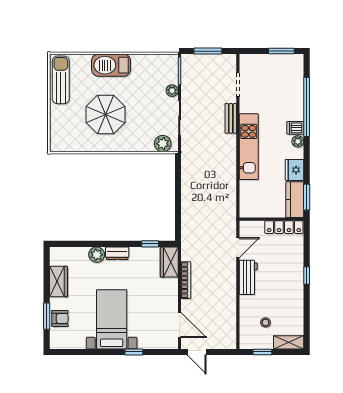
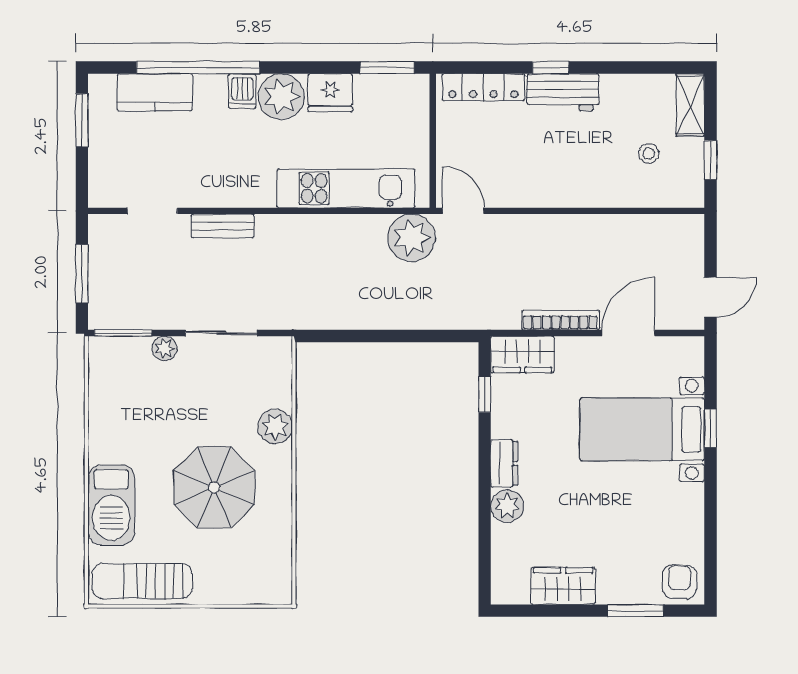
barbecue: (111, 65) -> (111, 505), moved
plant: (298, 141) -> (281, 97), width x1.87, depth x1.87
plant: (163, 144) -> (275, 427), moved
kitchen unit: (249, 147) -> (346, 188), moved
kitchen counter: (295, 200) -> (155, 92), moved
plant: (225, 209) -> (412, 238), added
locker: (284, 227) -> (483, 87), moved, turned 90
door: (238, 248) -> (463, 211), moved
workbench: (248, 277) -> (563, 92), moved, turned 180
armchair: (60, 318) -> (679, 582), moved
bed with nightstands: (112, 319) -> (642, 429), moved
door: (180, 325) -> (628, 333), moved

